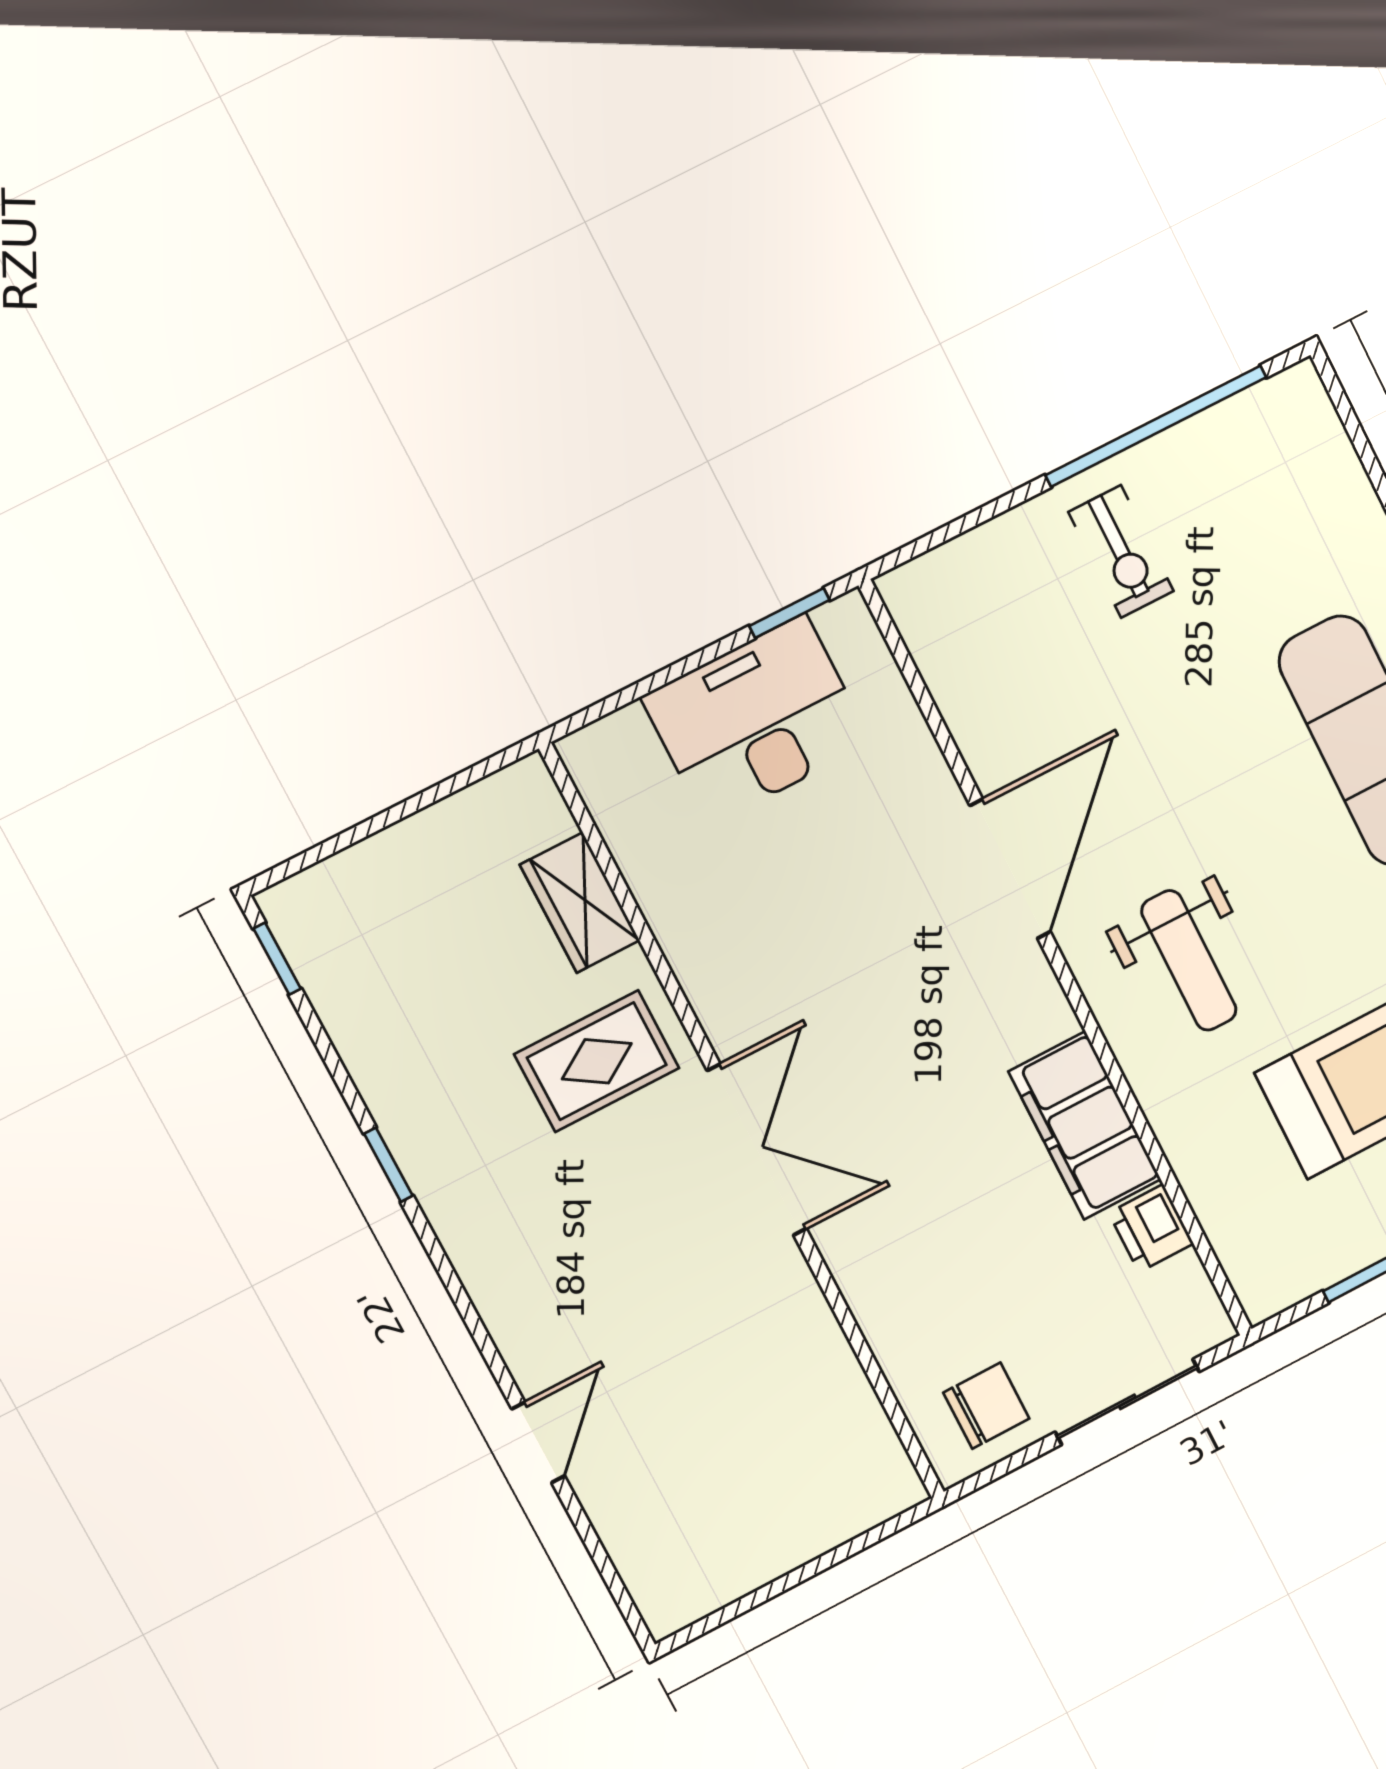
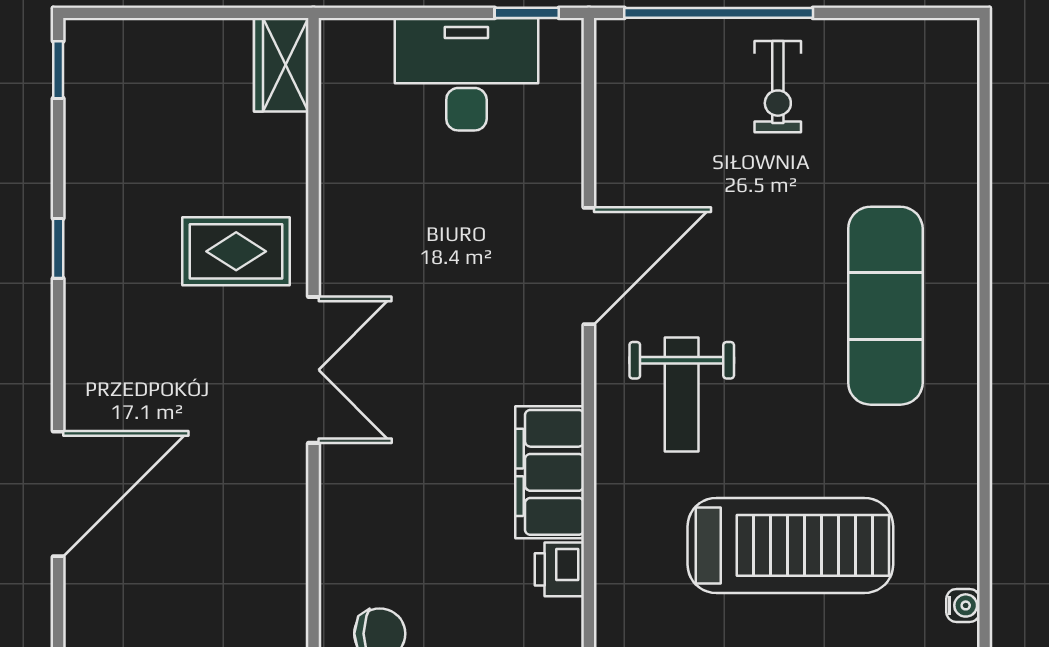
window: (1156, 426) -> (719, 13), moved
wardrobe: (580, 903) -> (281, 65), moved
door: (538, 1442) -> (58, 494), width x1.87

